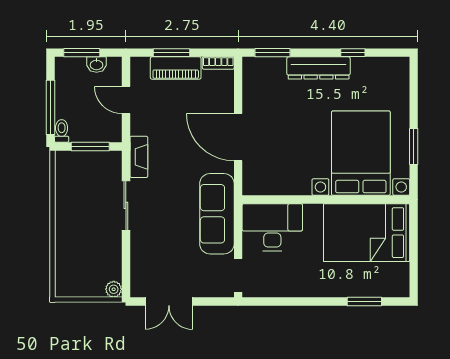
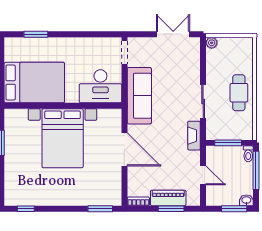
window: (353, 53) -> (26, 209), moved
washbasin: (97, 65) -> (246, 200), moved
dresser: (319, 68) -> (68, 198), removed
bed with nightstands: (361, 153) -> (63, 138), moved
cafe table: (75, 218) -> (239, 93), added

